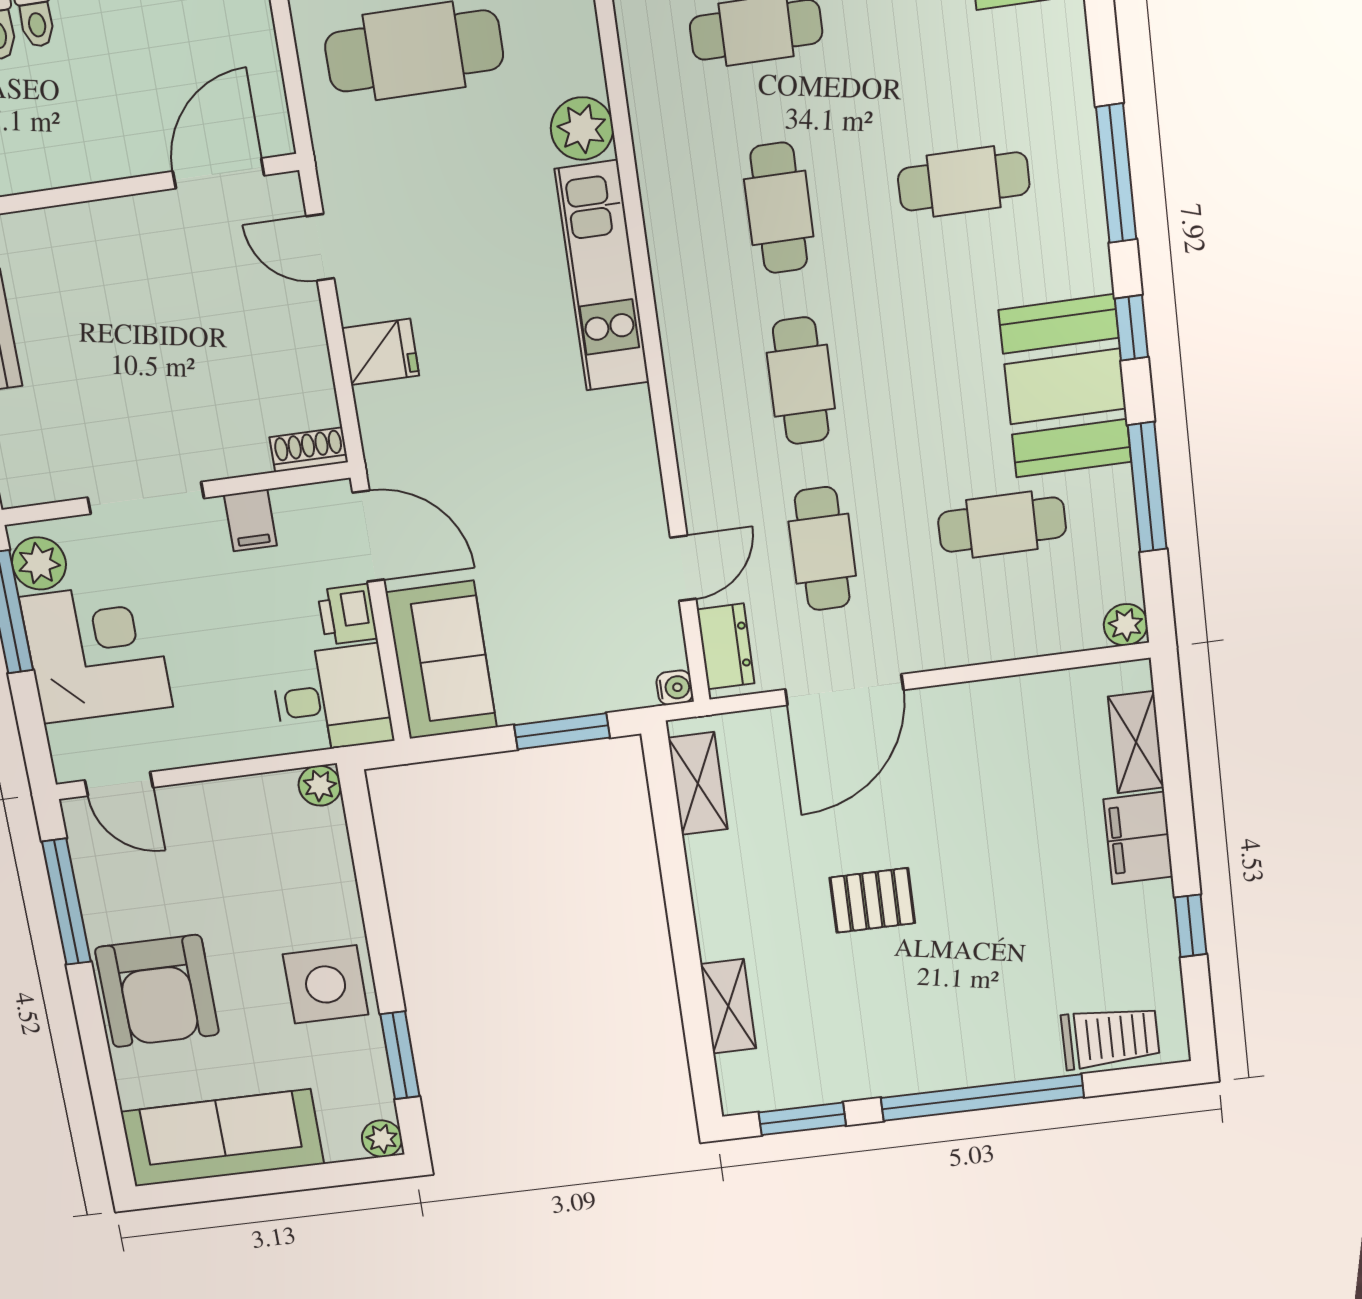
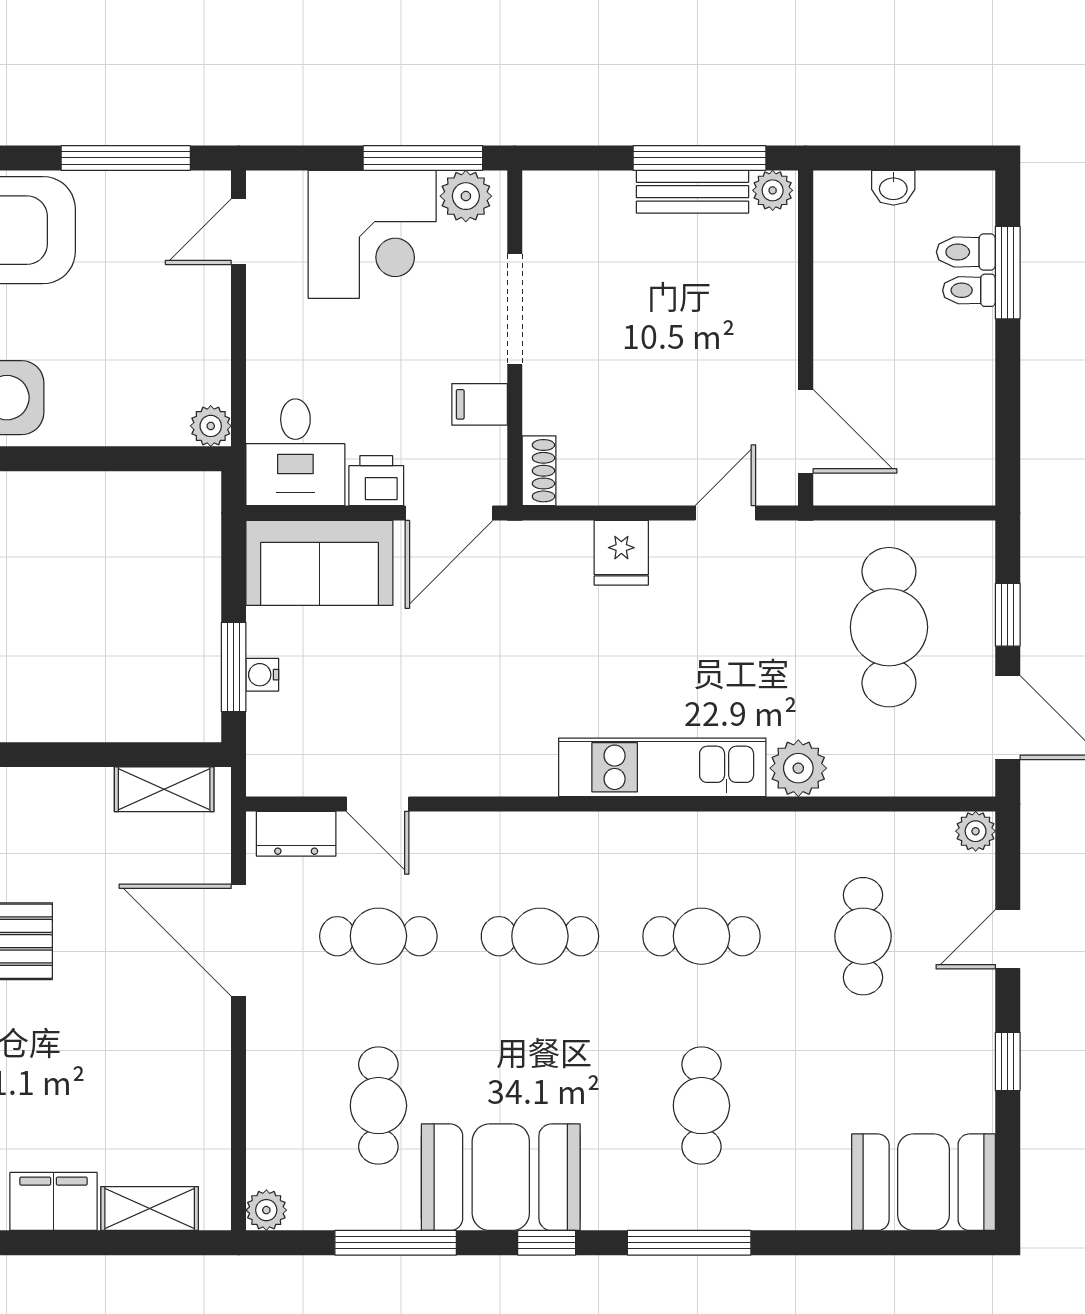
water cooler: (675, 688) -> (262, 675), moved, turned 90

